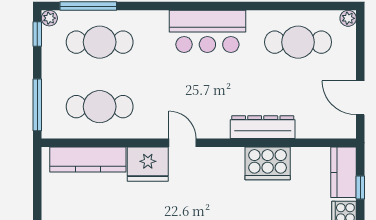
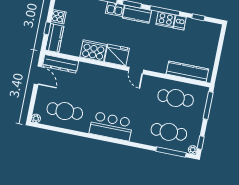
dresser: (263, 127) -> (61, 64), moved
fridge: (148, 164) -> (117, 55), moved

